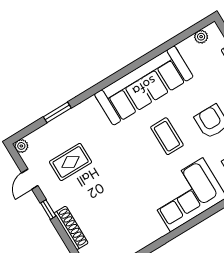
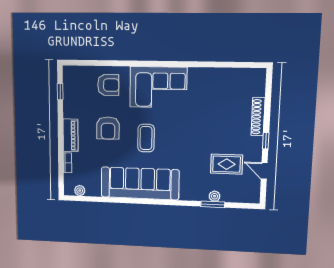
plant: (21, 146) -> (215, 196), moved
door: (30, 179) -> (264, 171), swing flipped

